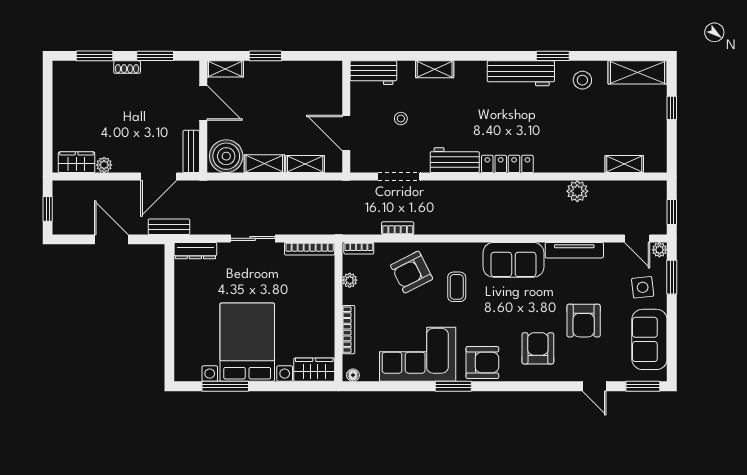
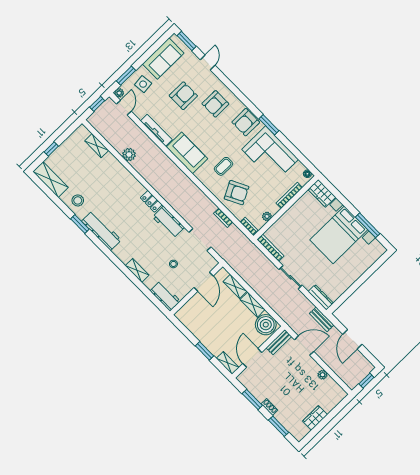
wardrobe: (77, 162) -> (315, 418), moved, turned 90
locker: (507, 164) -> (151, 201), width x0.66
armchair: (482, 363) -> (246, 122), turned -90

